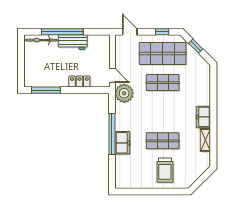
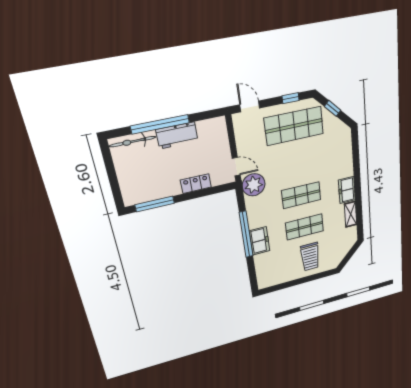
shop shelf: (163, 83) -> (301, 195), moved

